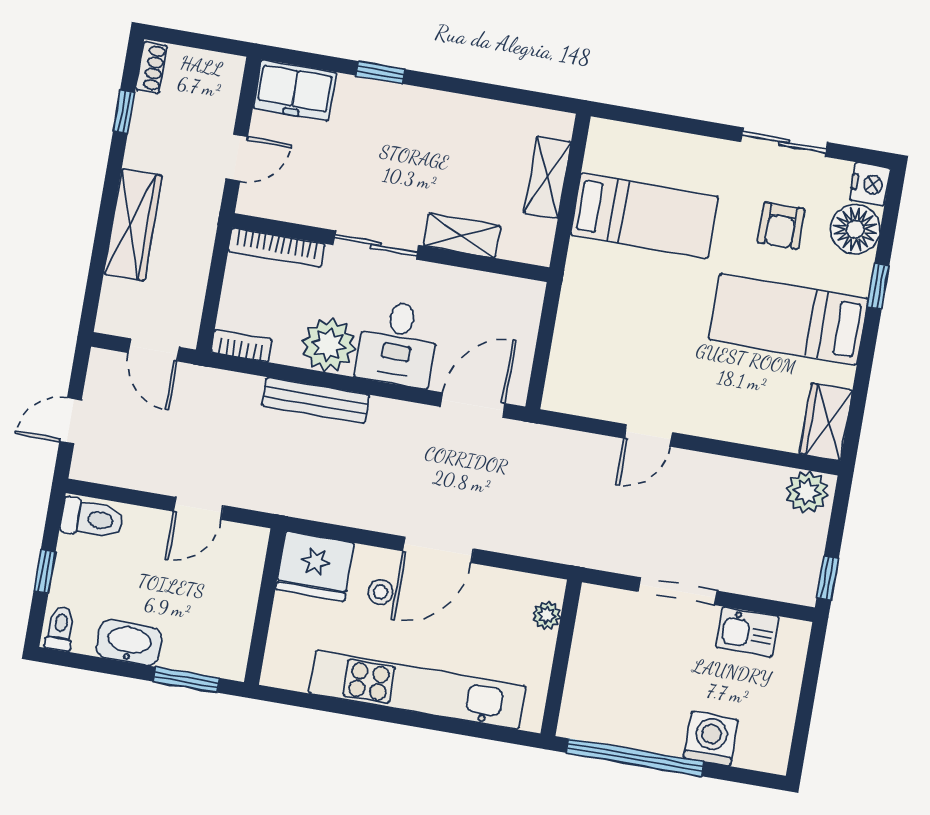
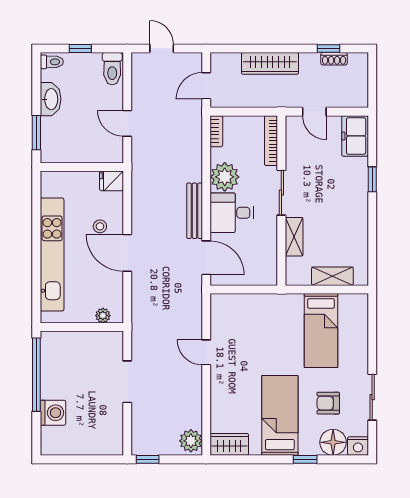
shoe rack: (151, 67) -> (334, 59), moved
bench: (316, 400) -> (195, 211), moved
fridge: (315, 566) -> (111, 181), width x0.53, depth x0.75
kitchen sink: (747, 632) -> (112, 422), removed

